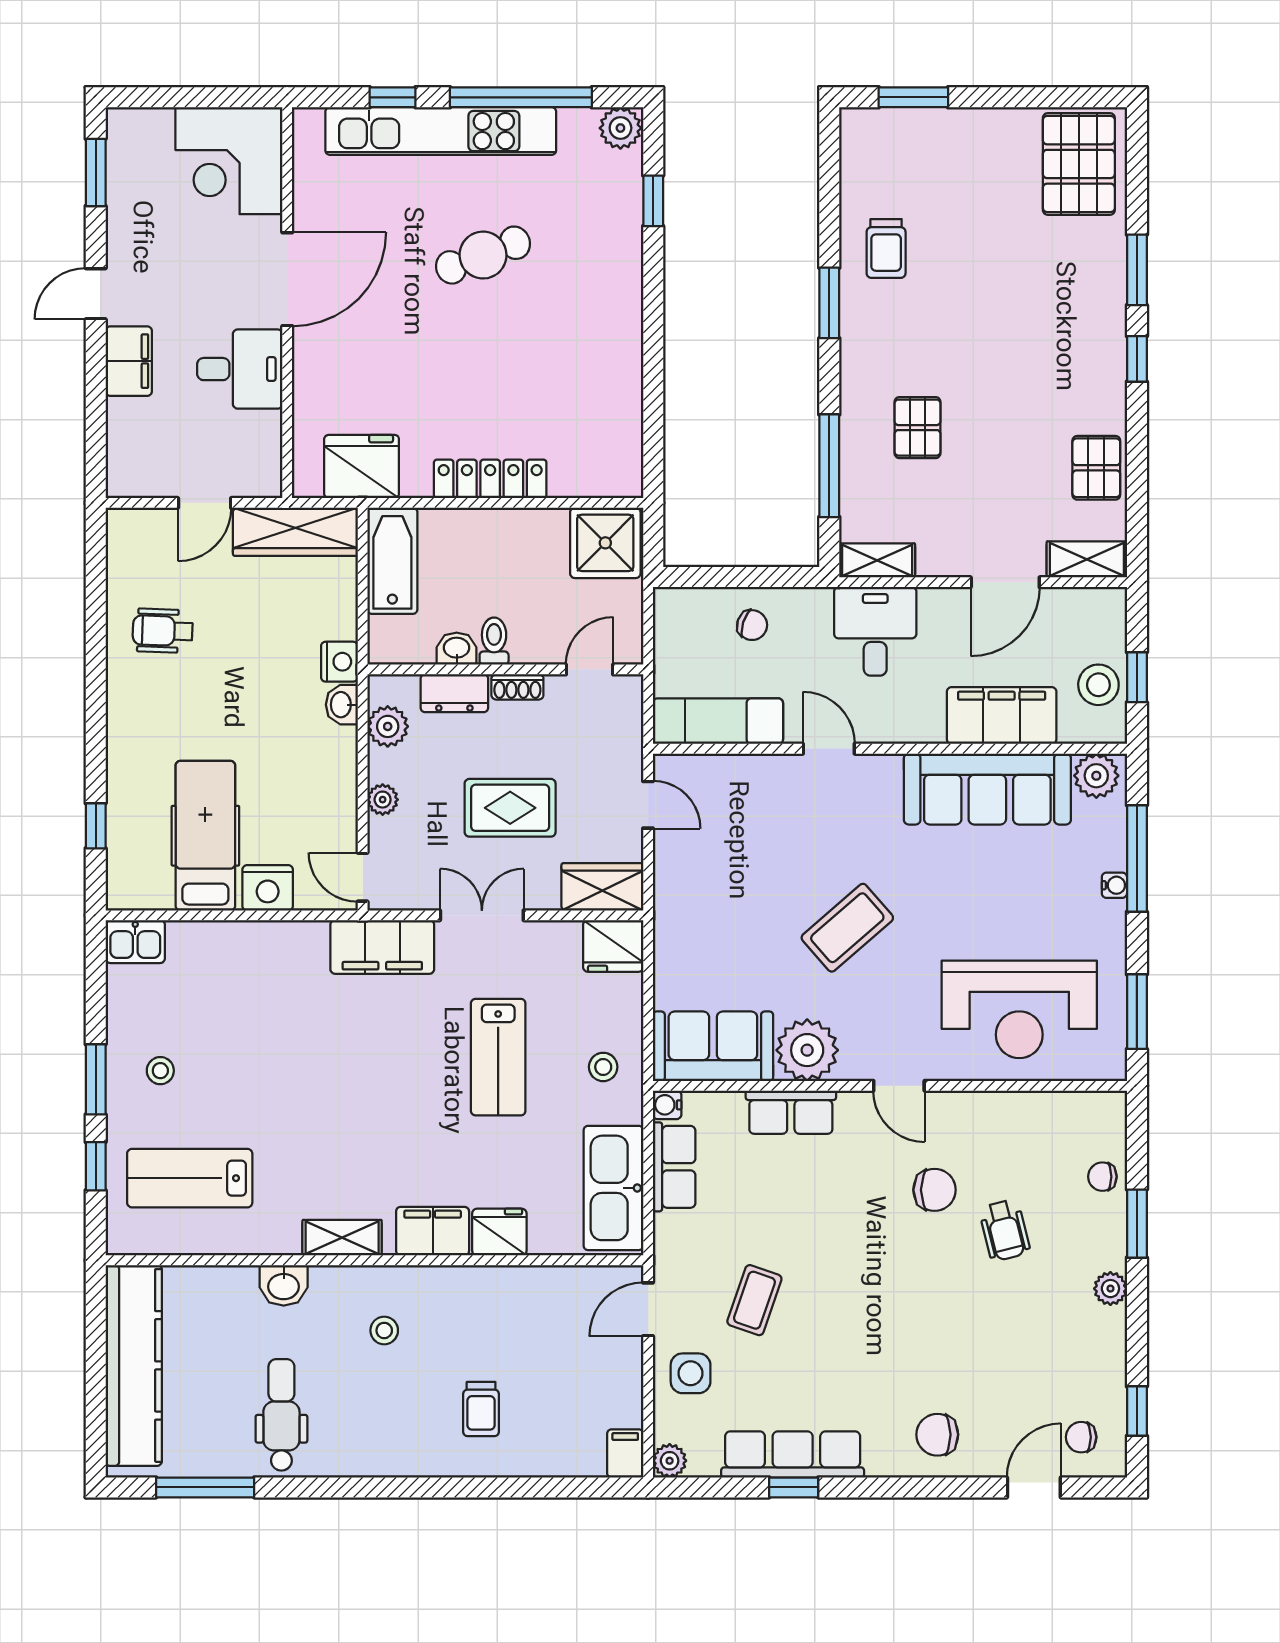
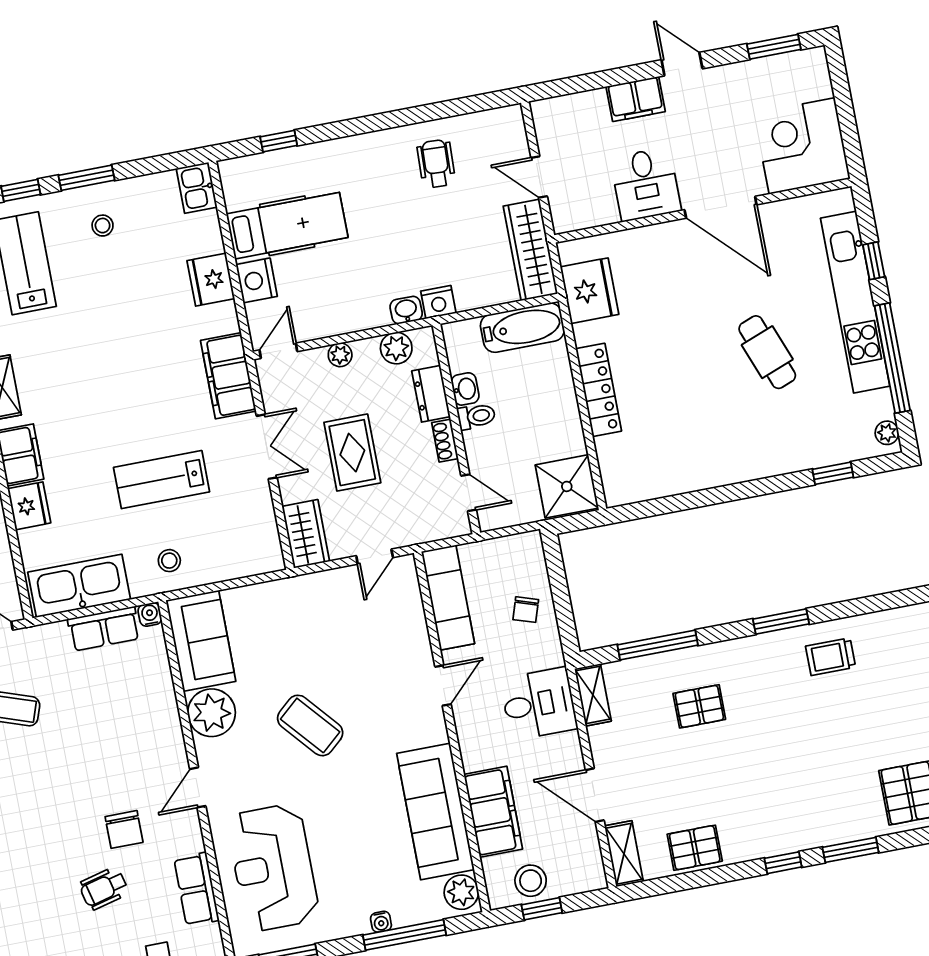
plant: (620, 128) -> (887, 433), width x0.73, depth x0.73
fridge: (613, 946) -> (211, 280), moved
row of seats: (791, 1112) -> (197, 889), moved

